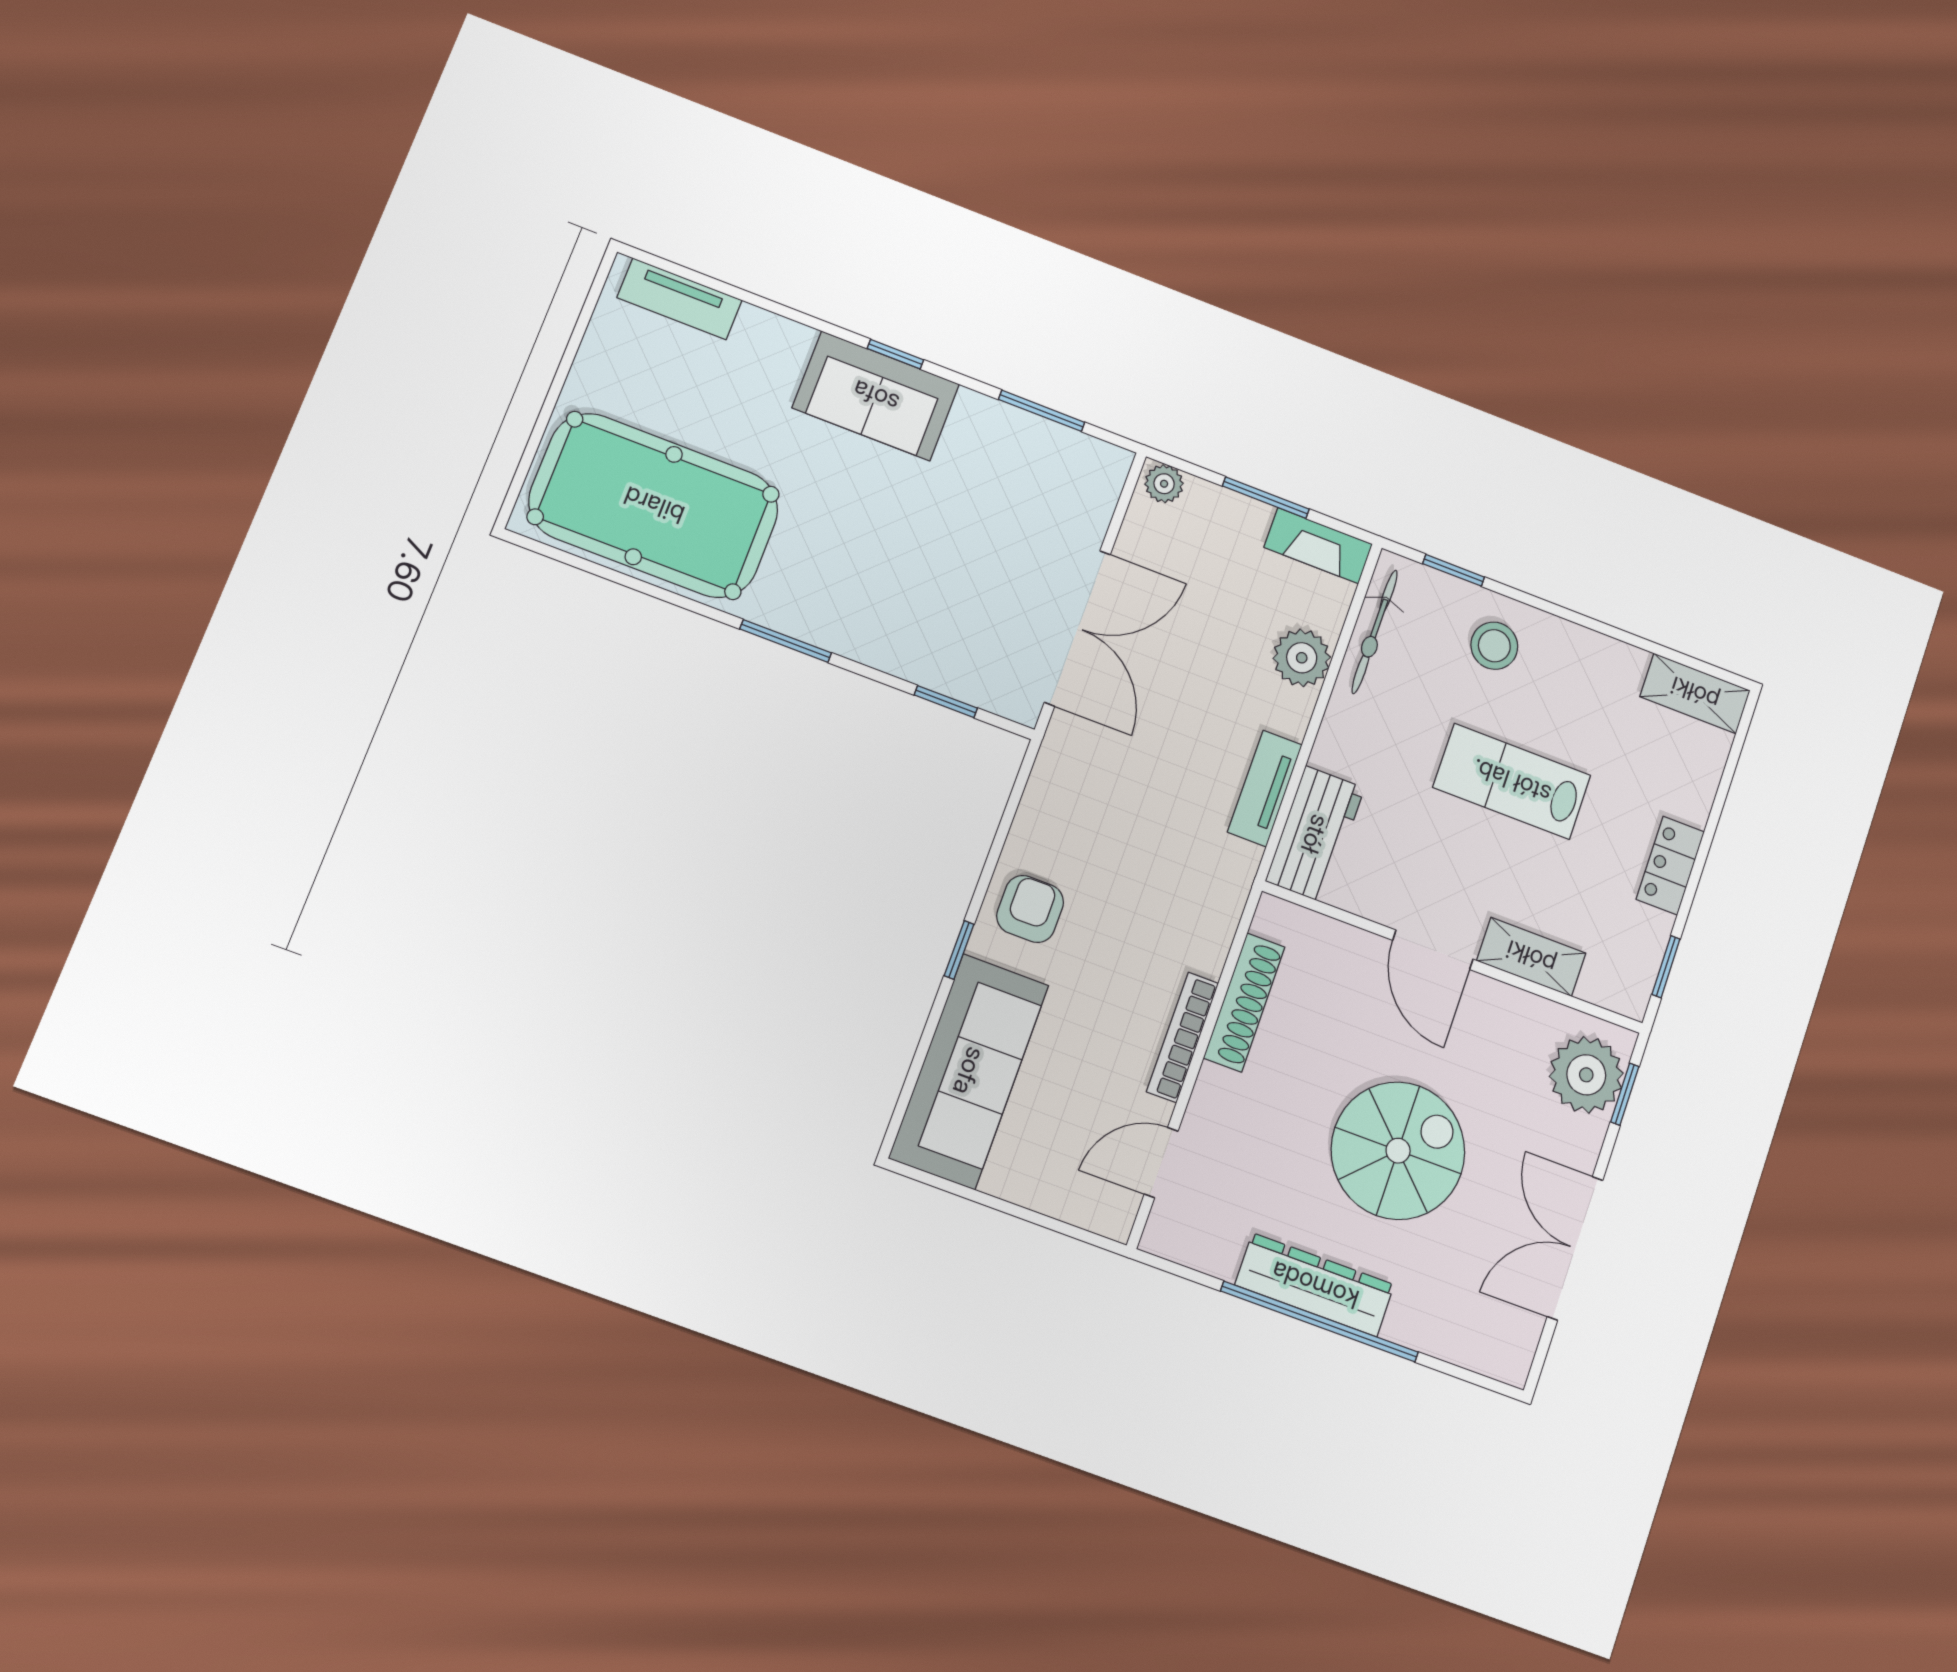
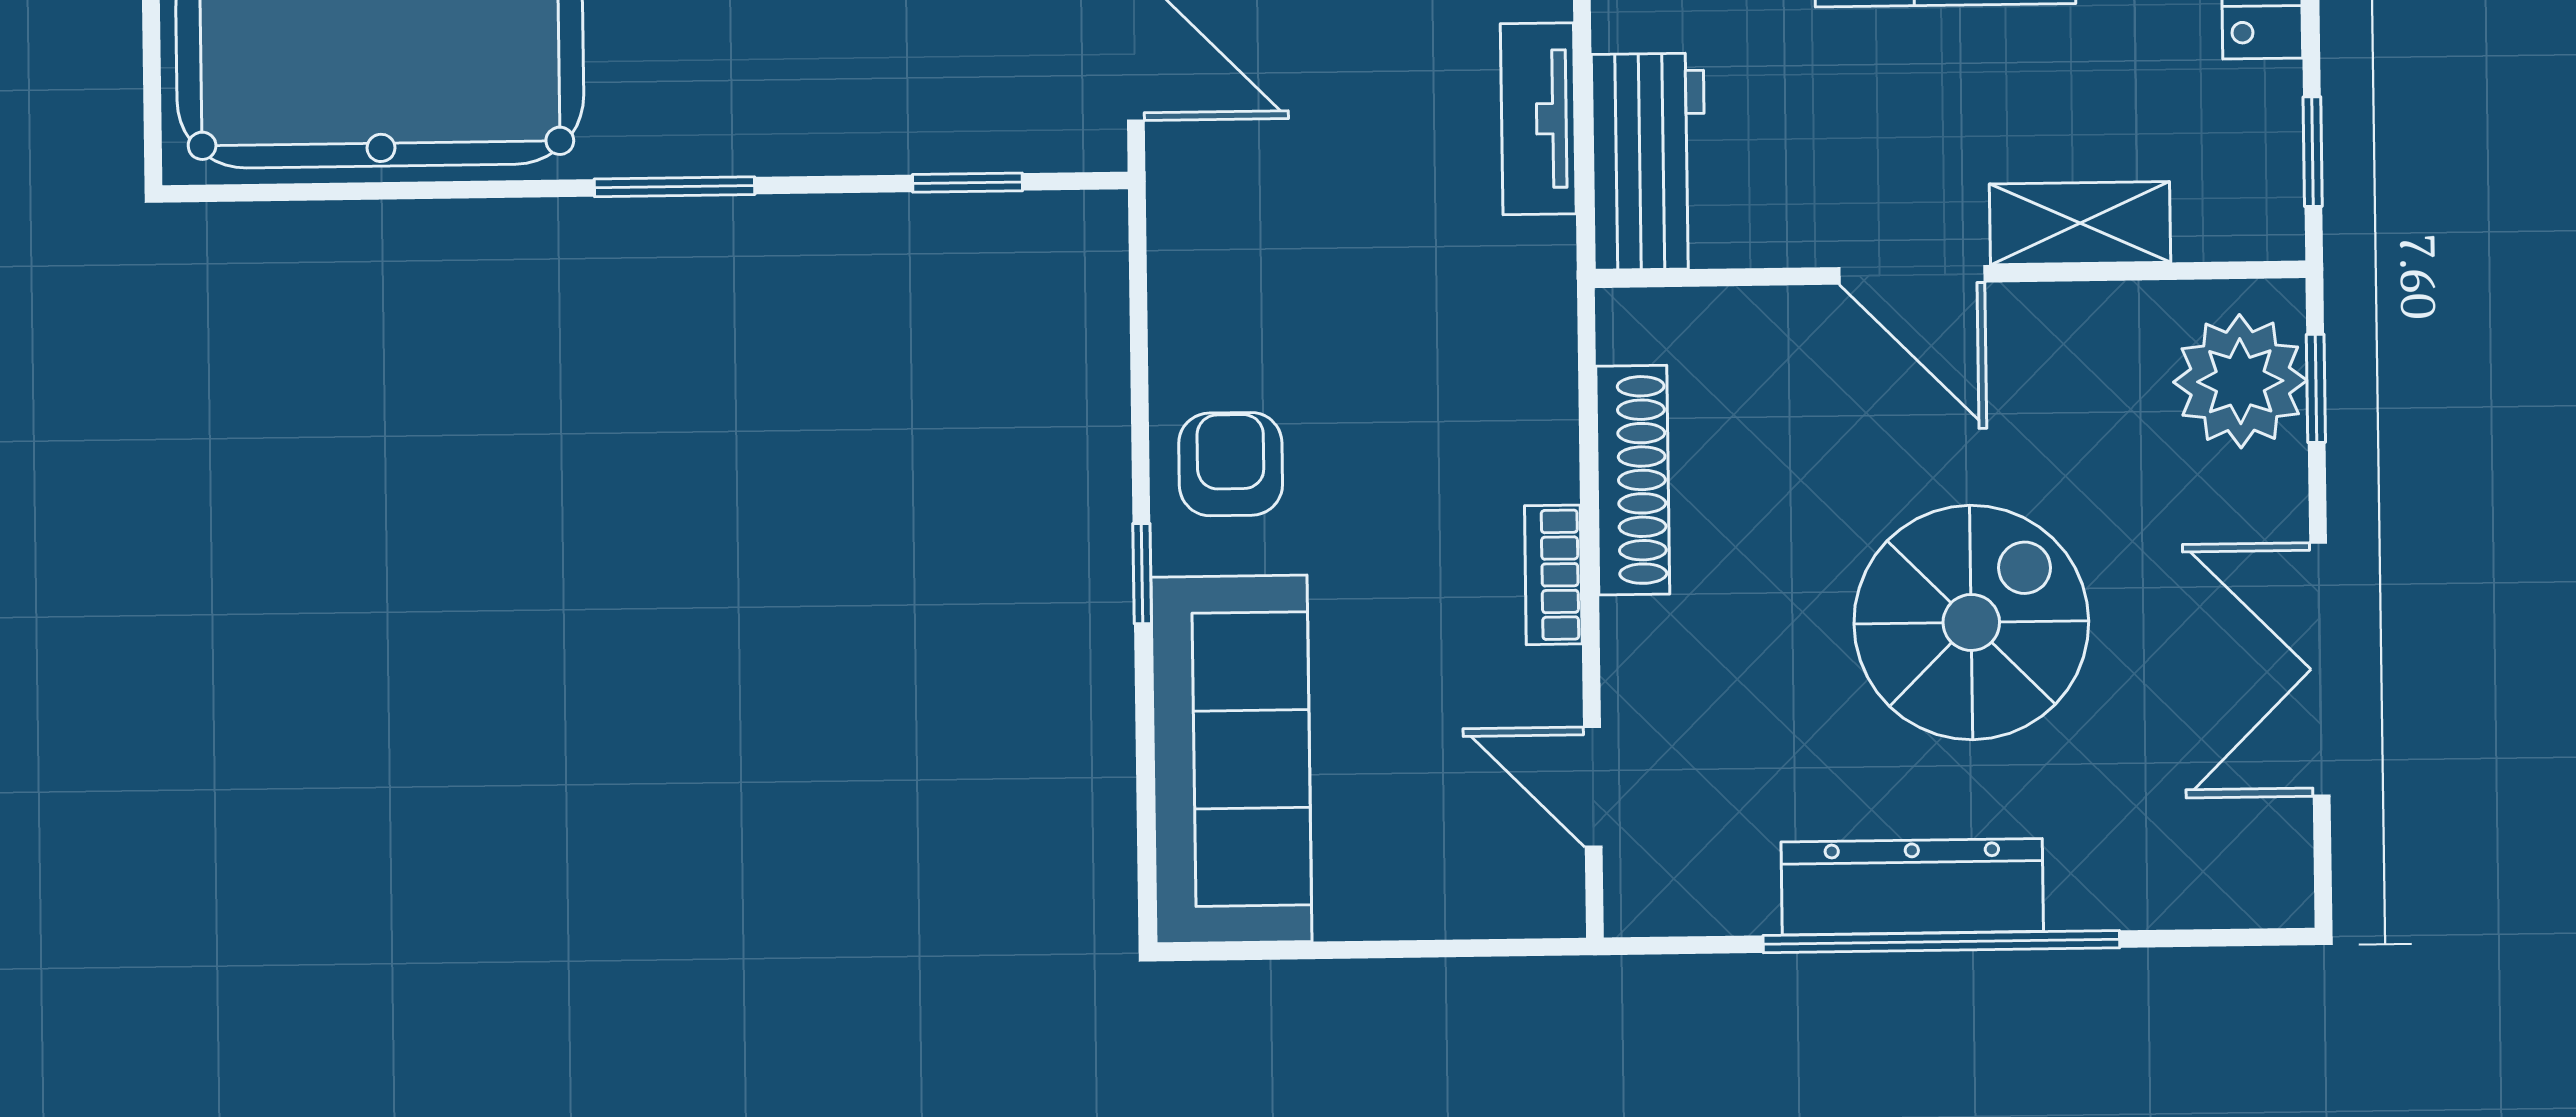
bookcase: (1182, 1037) -> (1553, 575), width x0.64
door: (1161, 1163) -> (1593, 787), hinge flipped

